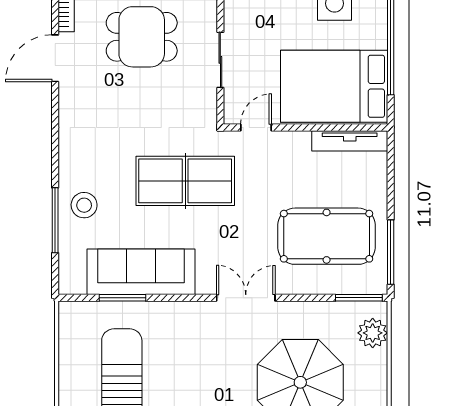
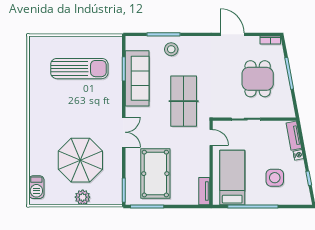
door: (55, 58) -> (232, 34), moved
bed: (334, 86) -> (232, 177), width x0.67
tv unit: (350, 141) -> (204, 191), width x0.71
plant: (373, 333) -> (83, 197), moved

